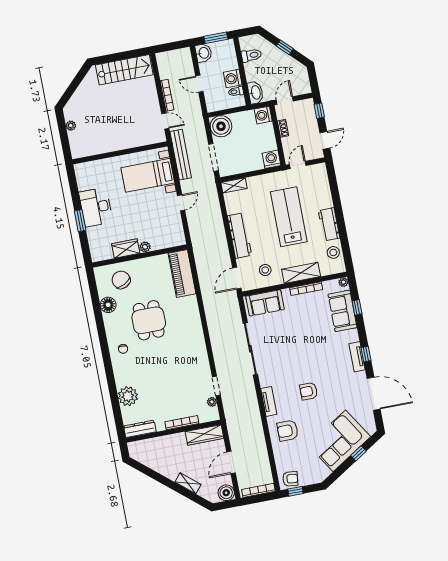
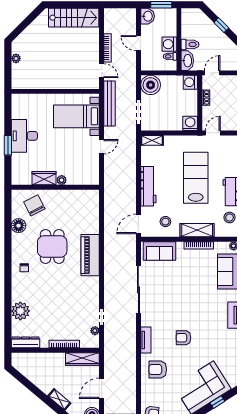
toilet: (251, 55) -> (190, 44), moved
piano: (182, 273) -> (90, 255), moved

